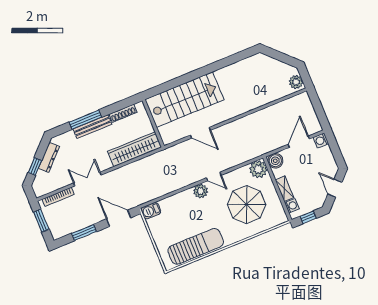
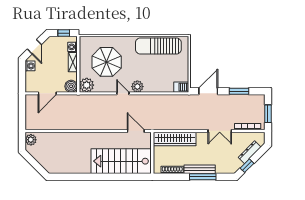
door: (200, 133) -> (136, 131), moved
washing machine: (321, 140) -> (30, 66), moved
dresser: (49, 157) -> (250, 152), moved
window: (35, 166) -> (247, 166), moved
door: (119, 218) -> (208, 91), swing flipped

